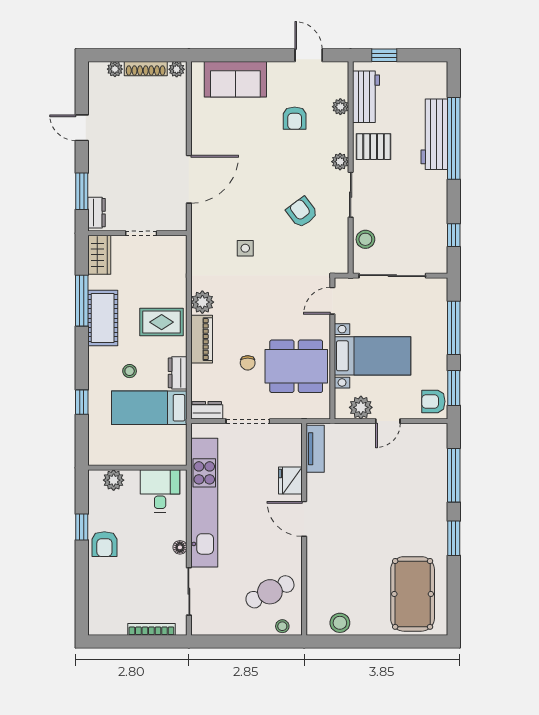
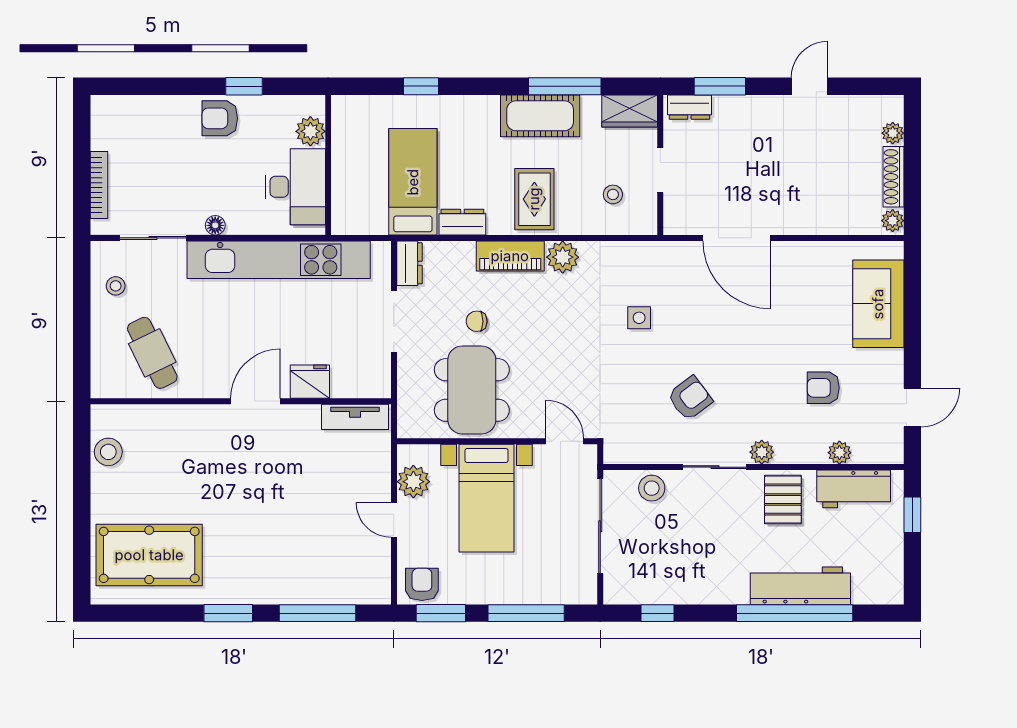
stool: (130, 371) -> (613, 194), moved
desk: (160, 491) -> (295, 187), width x1.37
stool: (282, 626) -> (116, 286), moved

